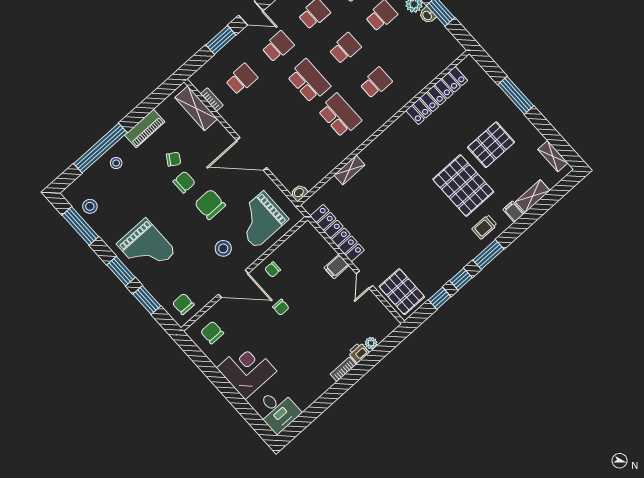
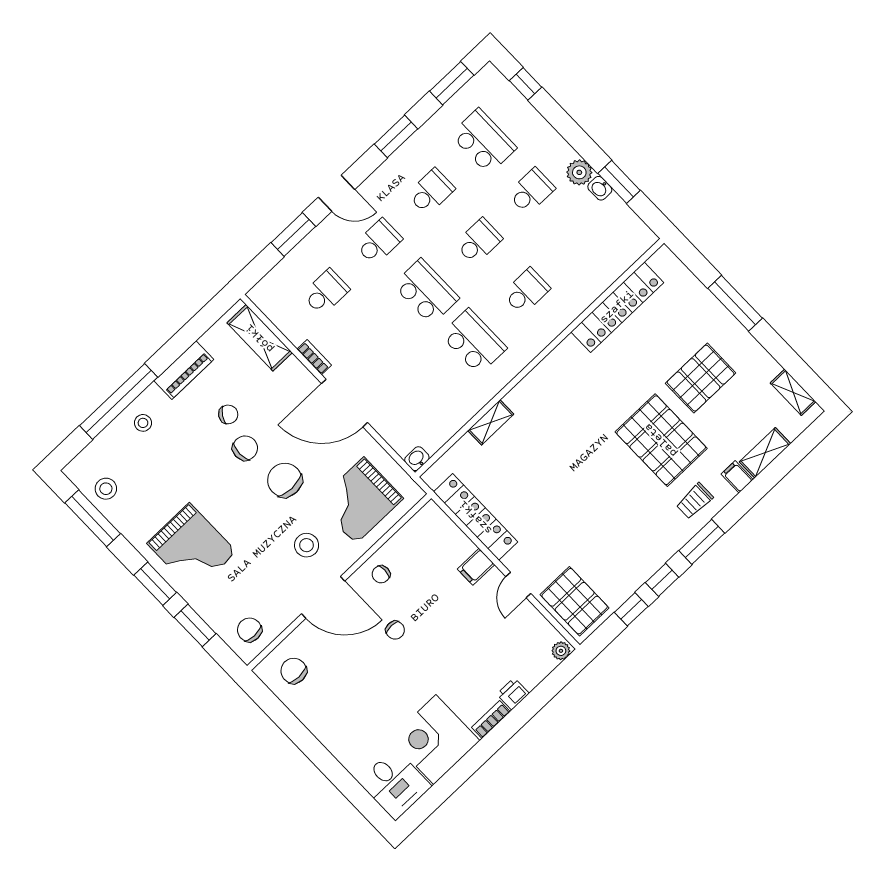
bookcase: (212, 100) -> (314, 357), moved
plant: (371, 343) -> (561, 651), moved
corner desk: (247, 370) -> (435, 740), moved, turned -90

